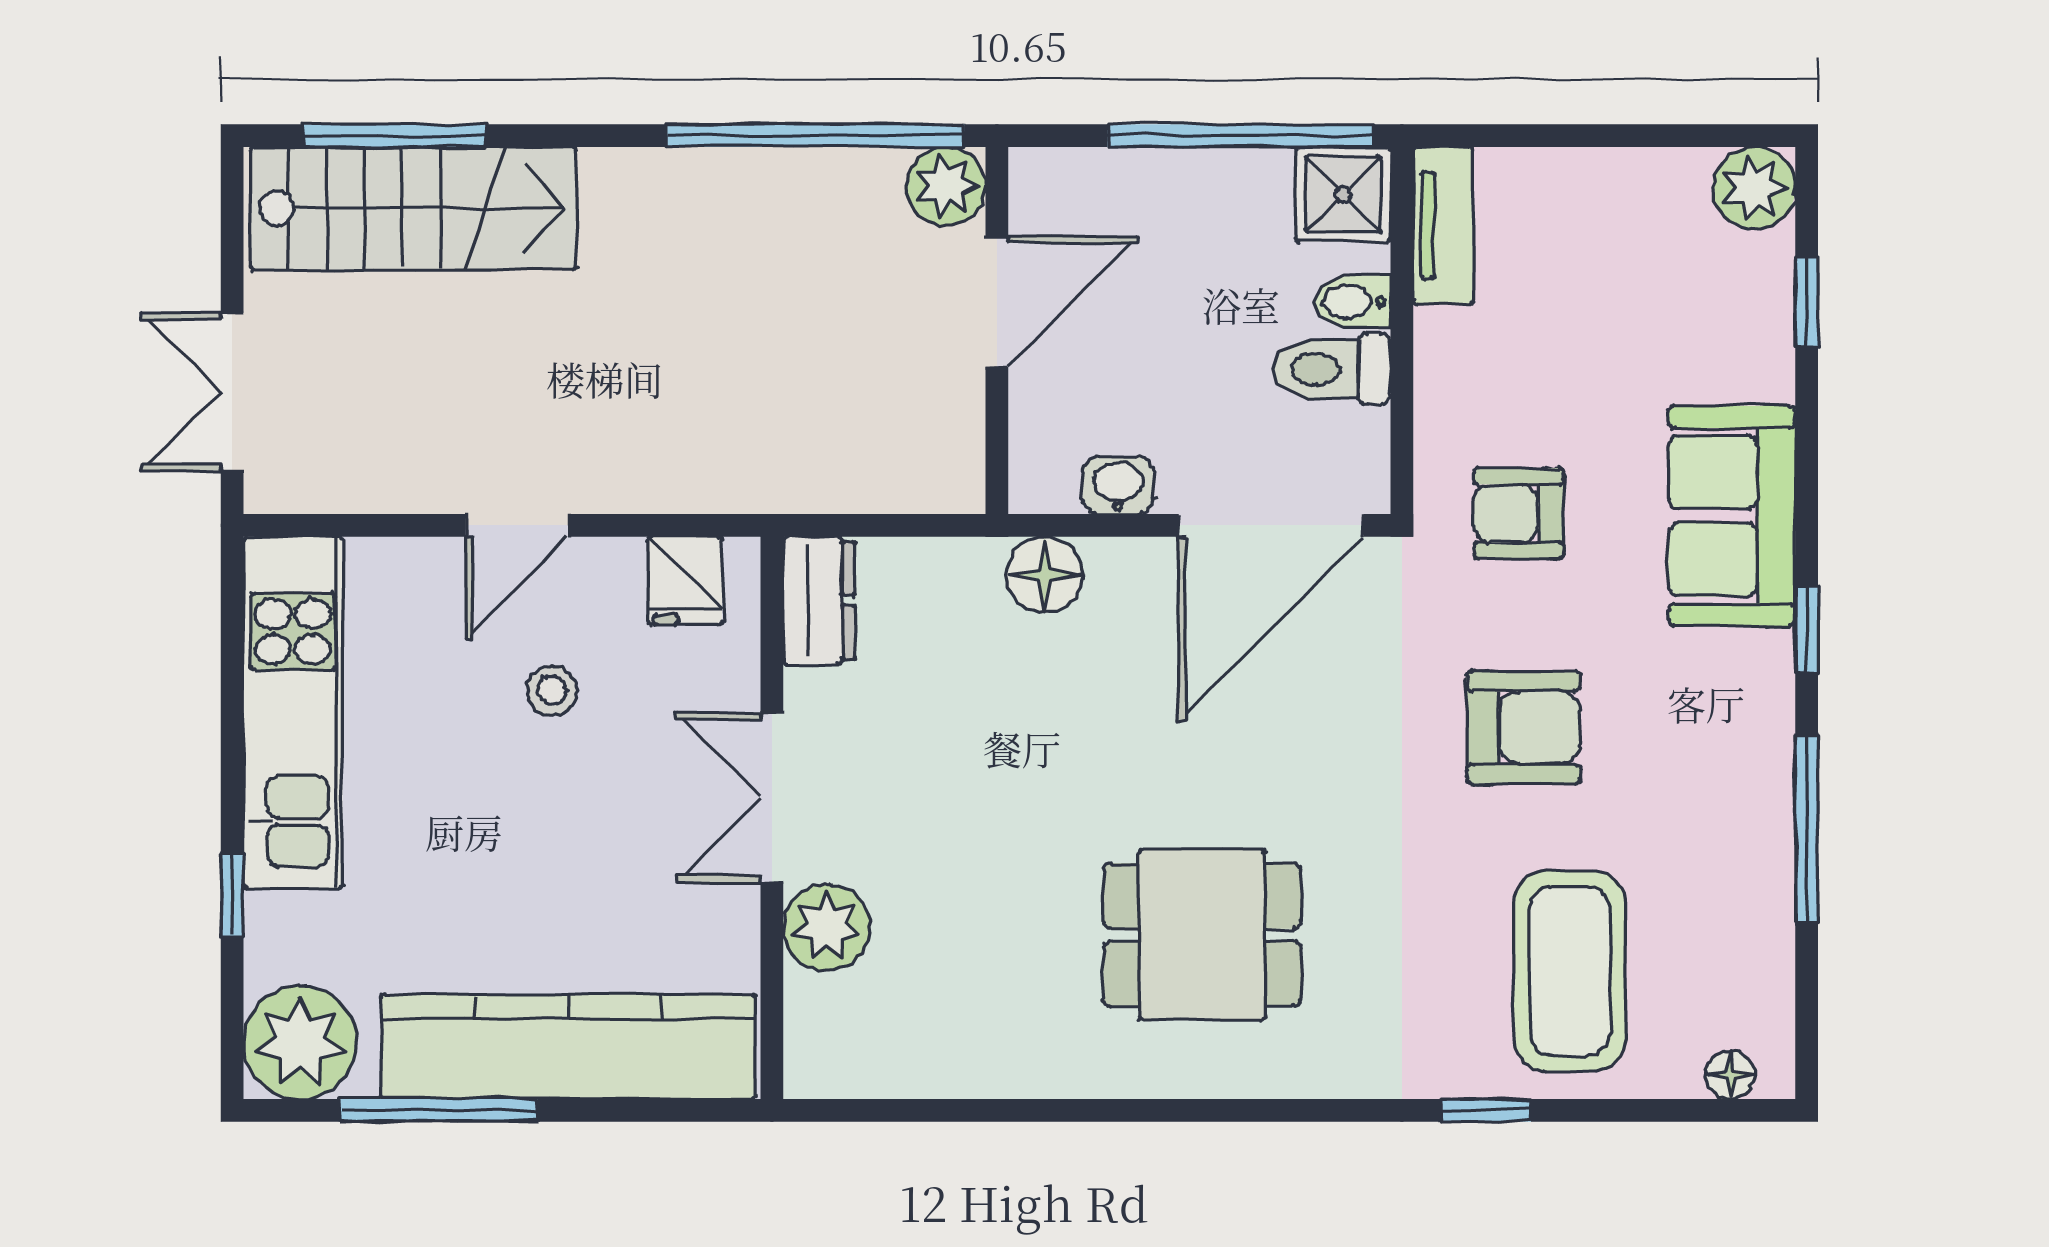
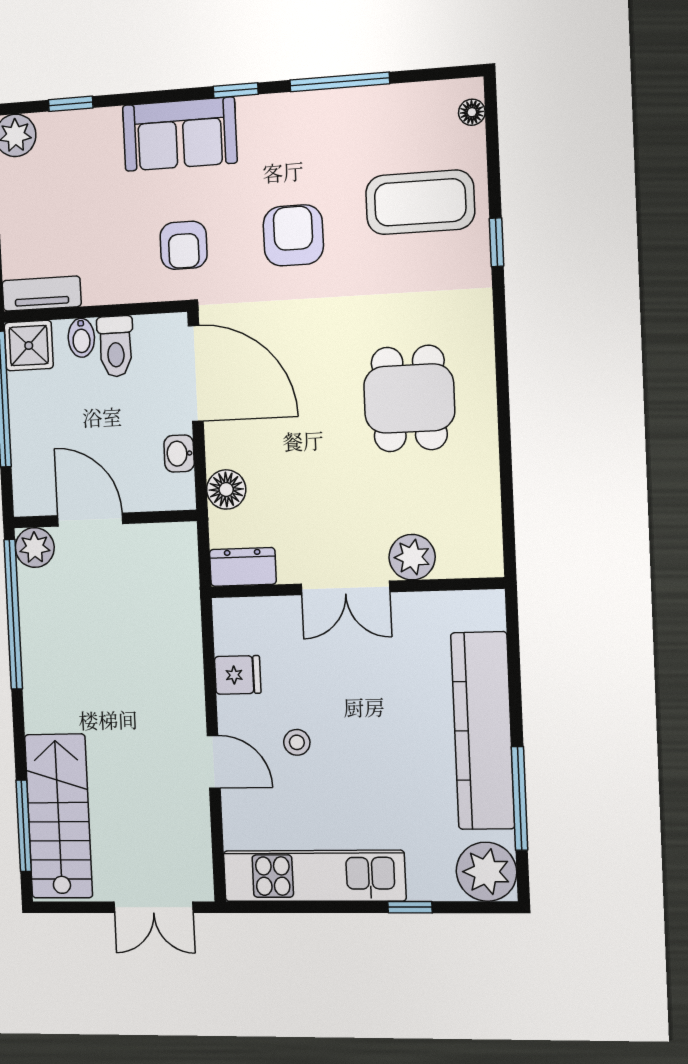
dresser: (819, 600) -> (243, 567), moved
double door: (772, 798) -> (345, 588), moved
wall: (772, 818) -> (356, 588), moved
plant: (827, 927) -> (412, 557), moved

